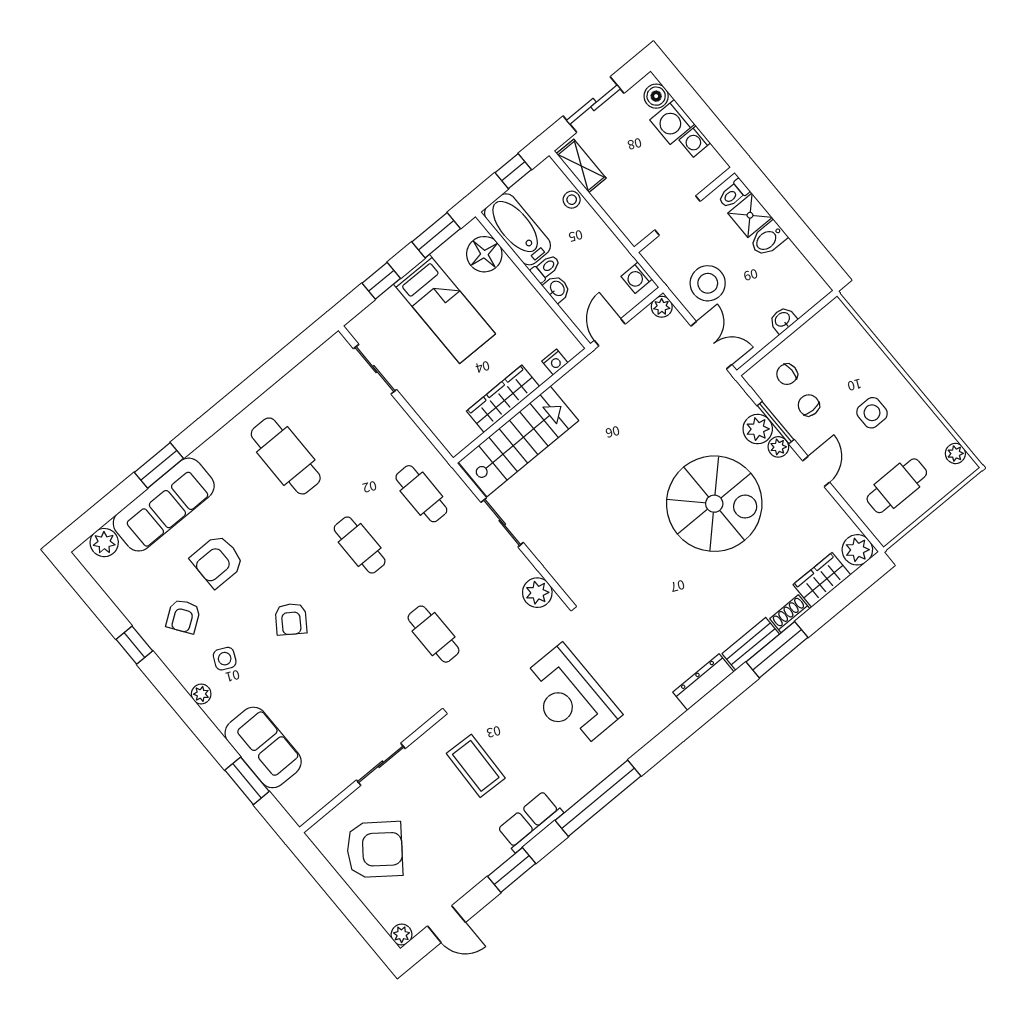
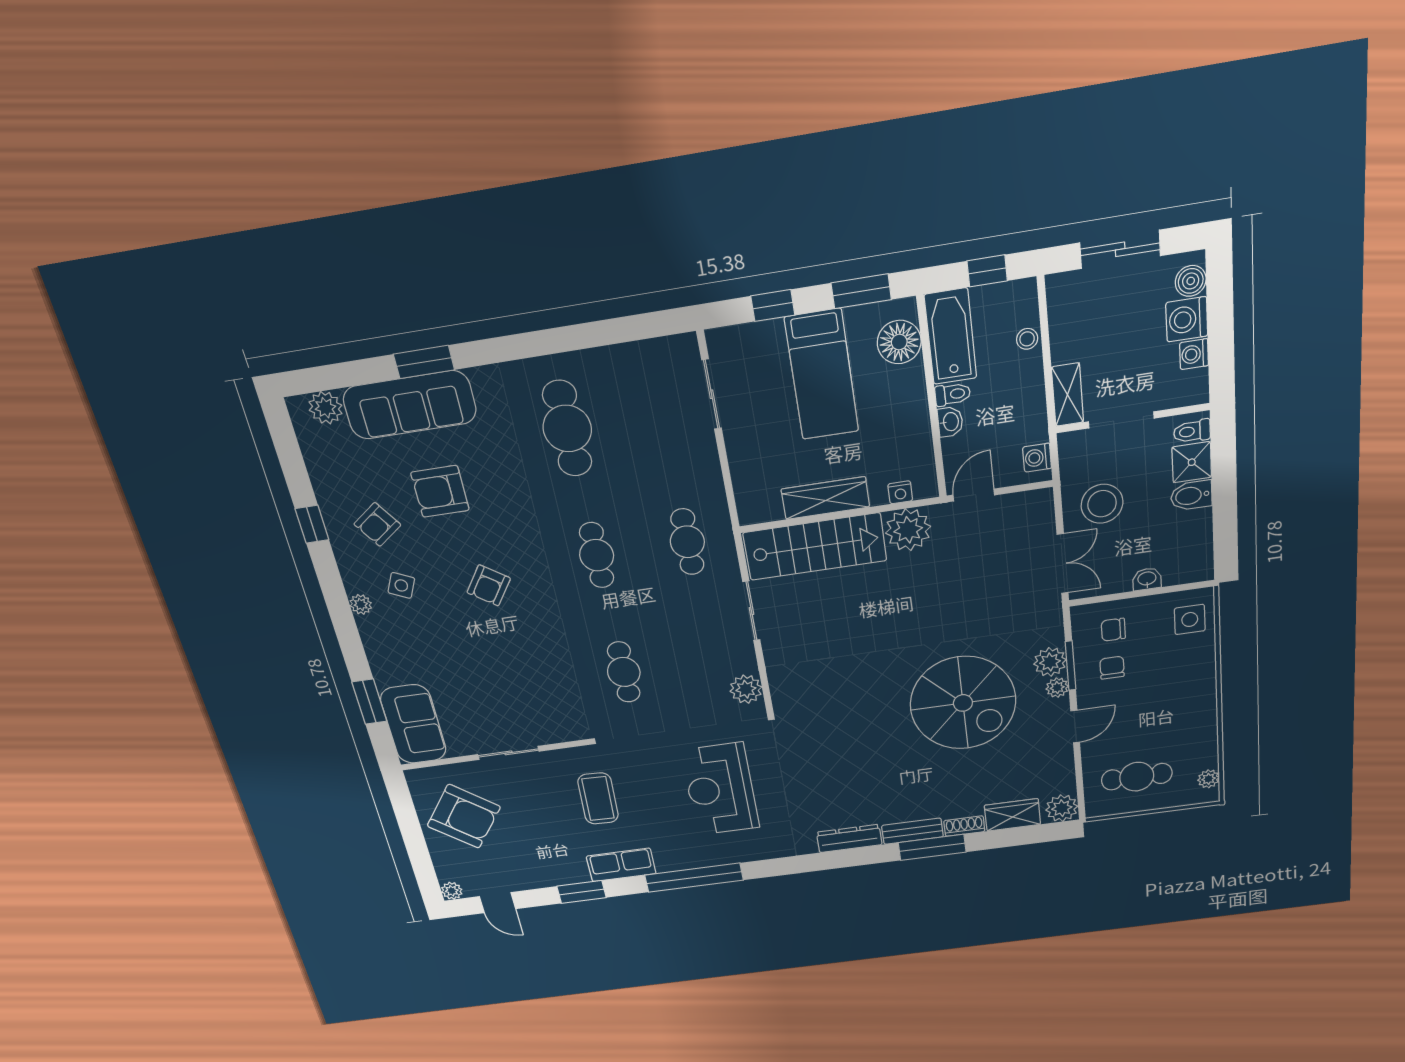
shelving: (581, 166) -> (1067, 395), moved
plant: (662, 307) -> (908, 530), moved, width x1.88, depth x1.88
side table: (872, 413) -> (1190, 619), moved
sofa: (263, 747) -> (413, 724), moved

